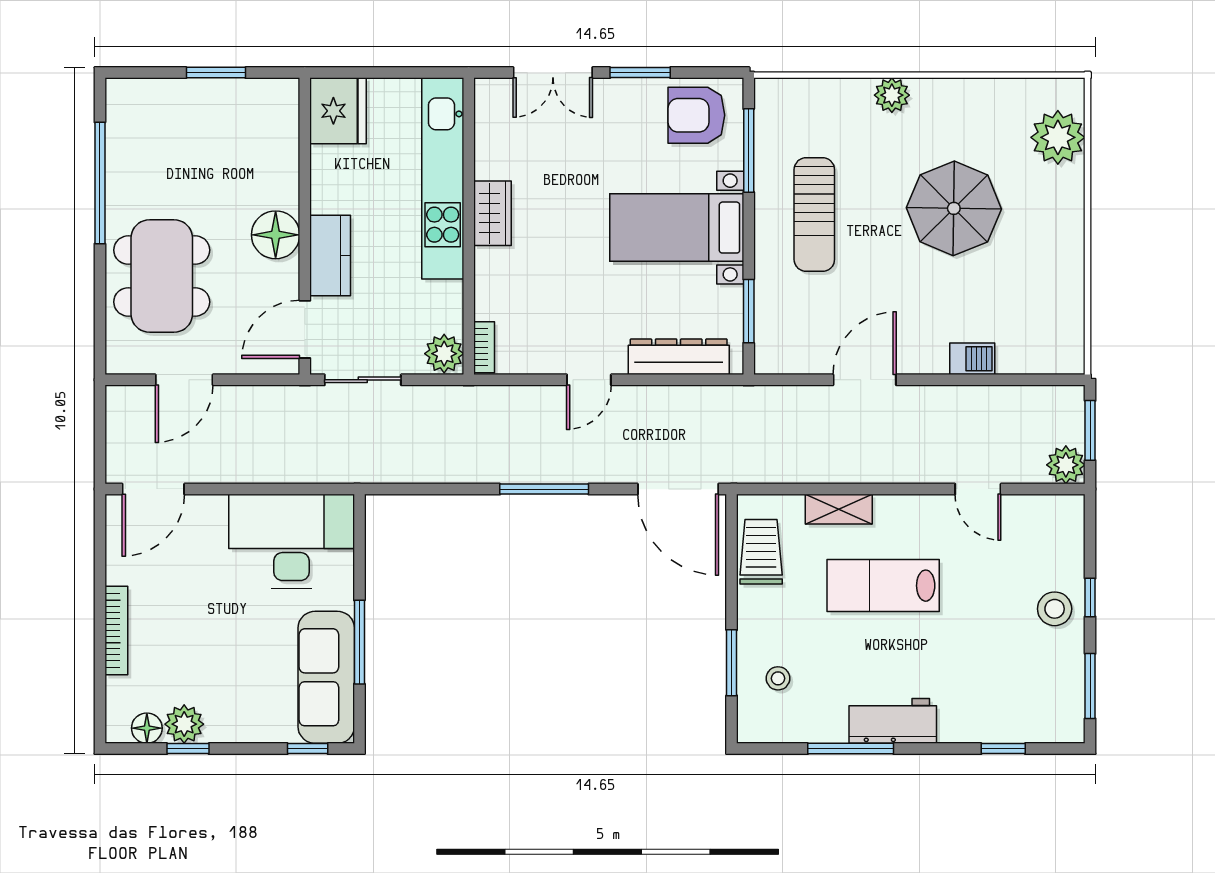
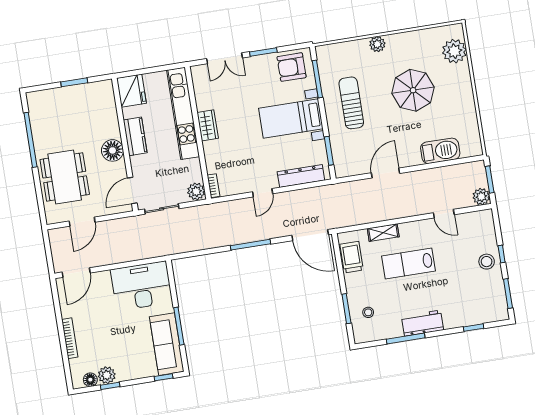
sun lounger: (814, 215) -> (351, 103), turned 180
kitchen counter: (330, 256) -> (135, 136), moved
barbecue: (972, 359) -> (440, 151), width x1.88, depth x1.53

